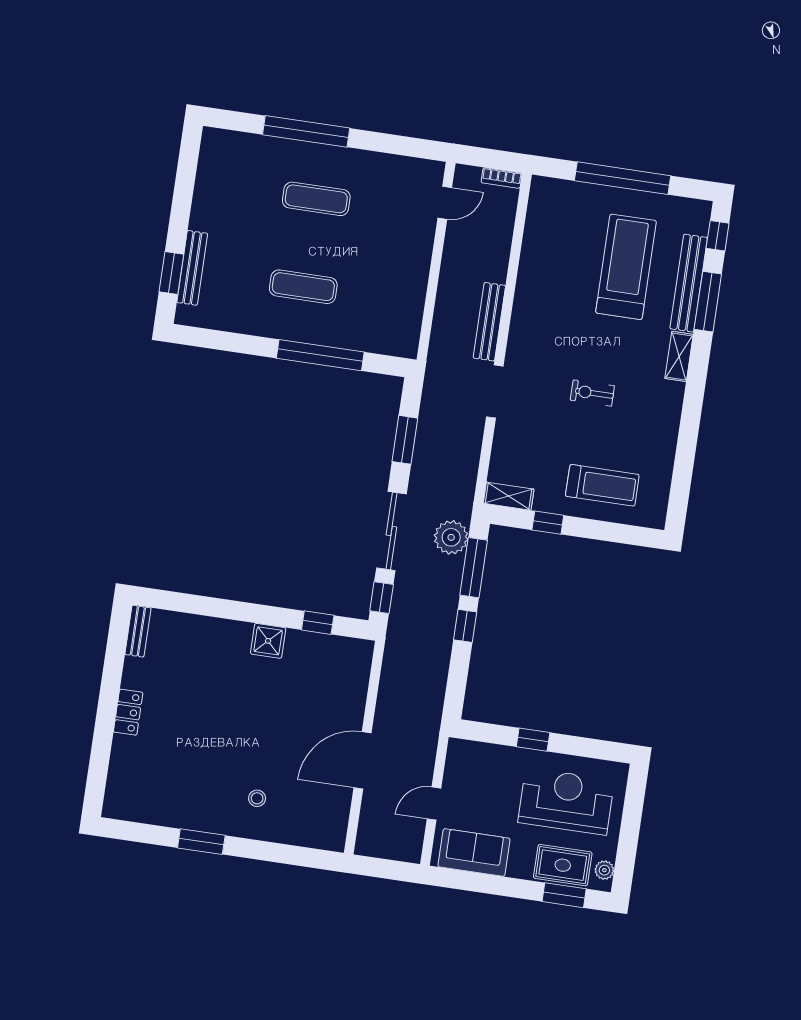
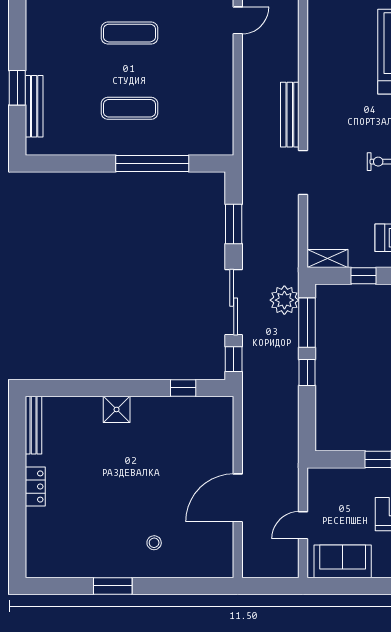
window: (171, 273) -> (17, 88), moved
bench: (138, 631) -> (34, 425), width x1.36
shower: (268, 641) -> (117, 409), moved

